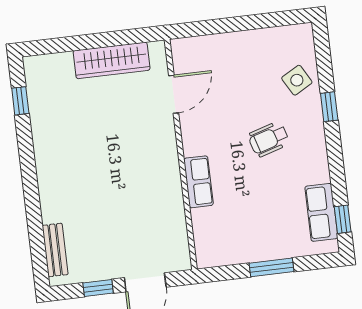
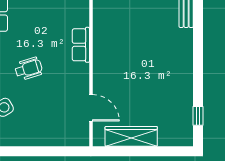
door: (174, 94) -> (91, 108), swing flipped

